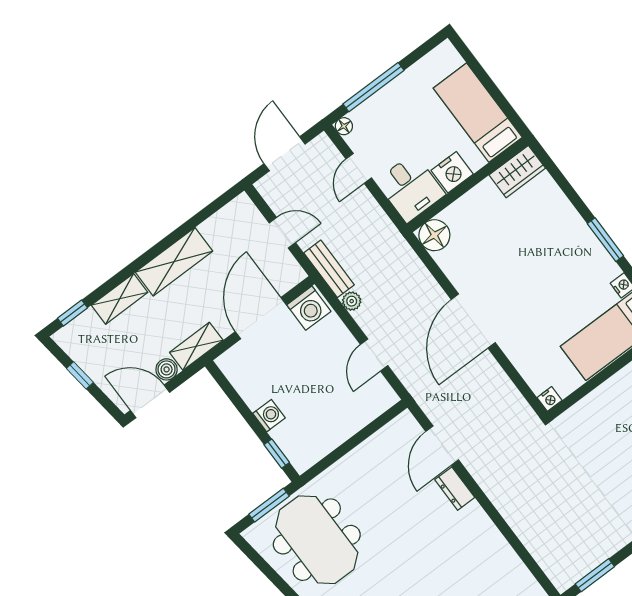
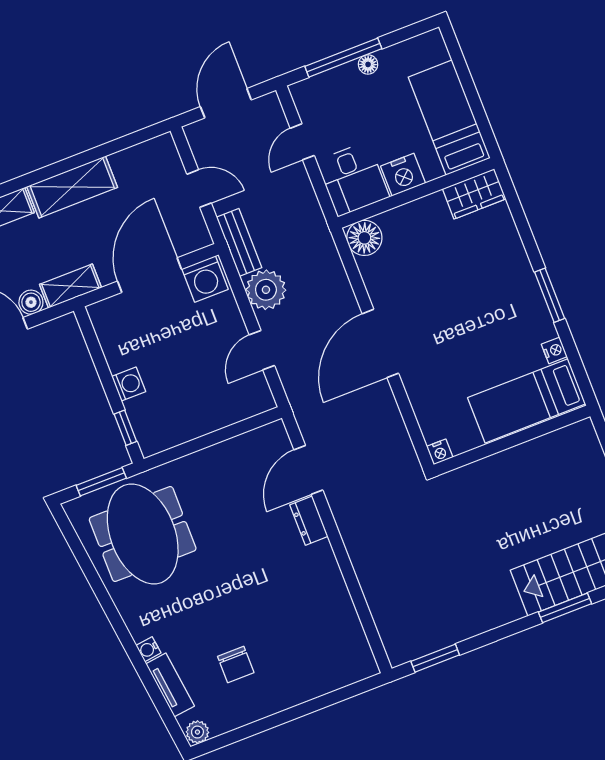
floor lamp: (344, 126) -> (368, 64), moved
plant: (352, 301) -> (266, 290), width x1.88, depth x1.88

